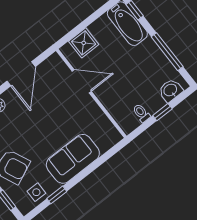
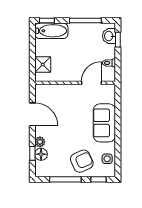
door: (82, 81) -> (91, 83), moved
window: (162, 112) -> (118, 40), moved
window: (57, 195) -> (118, 148), removed

